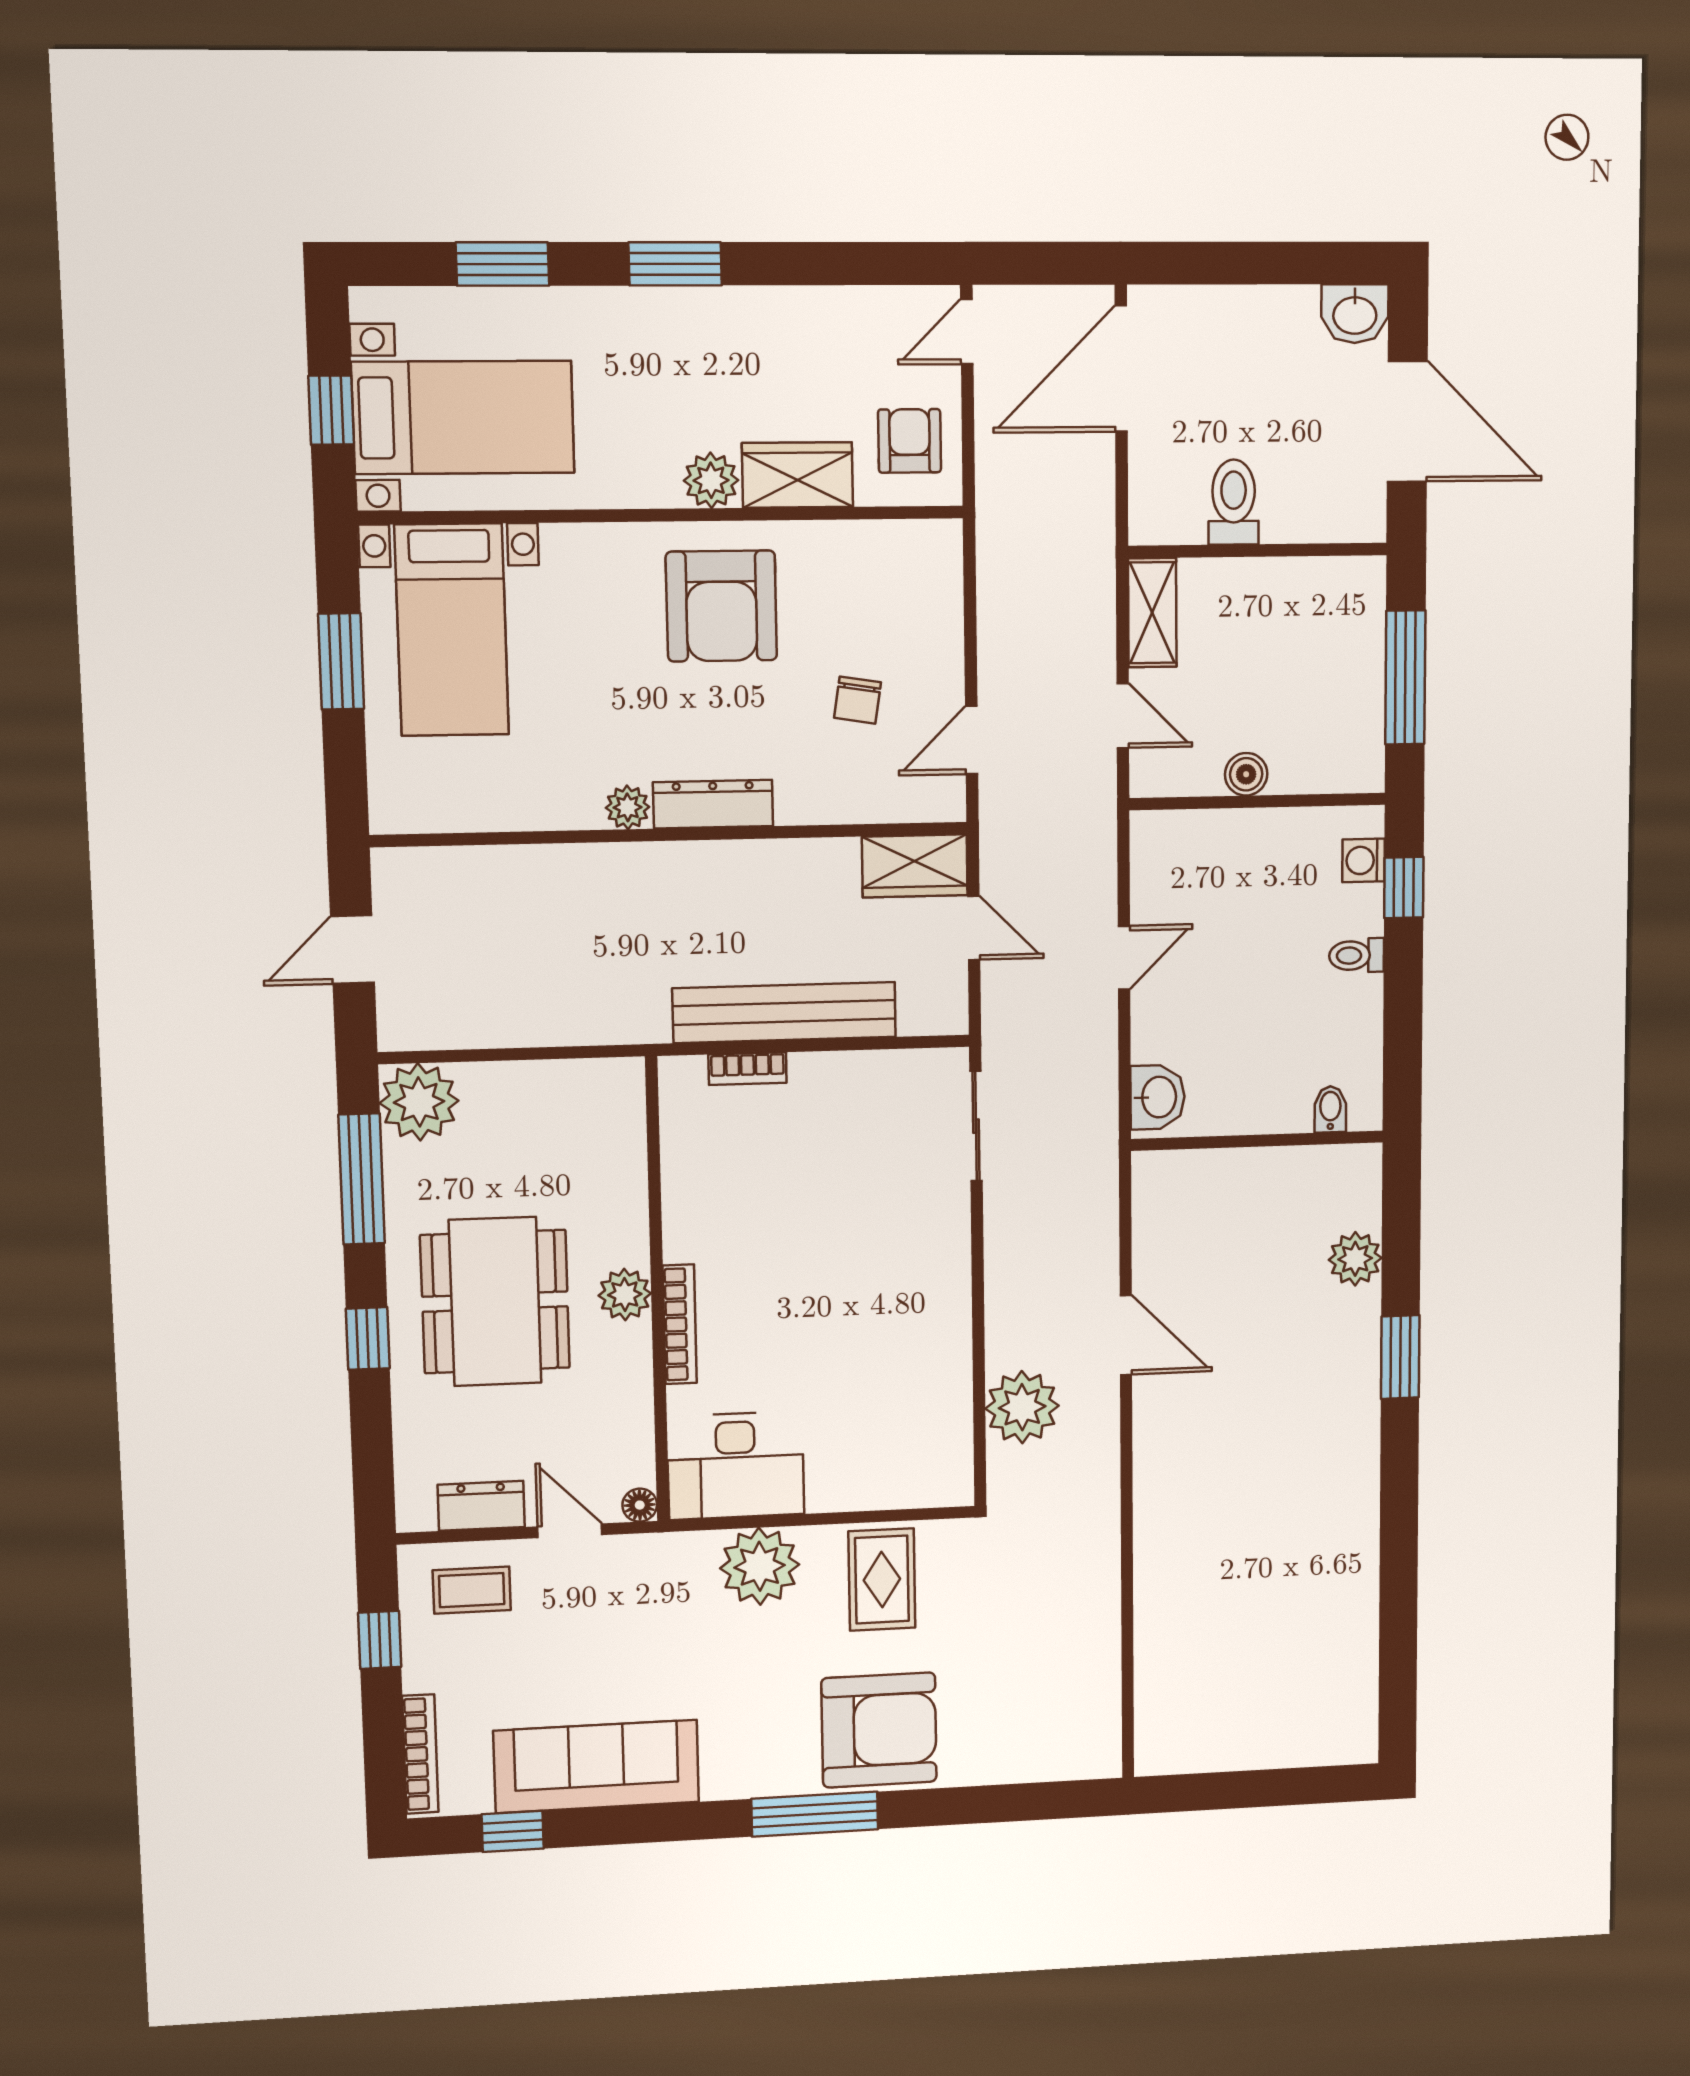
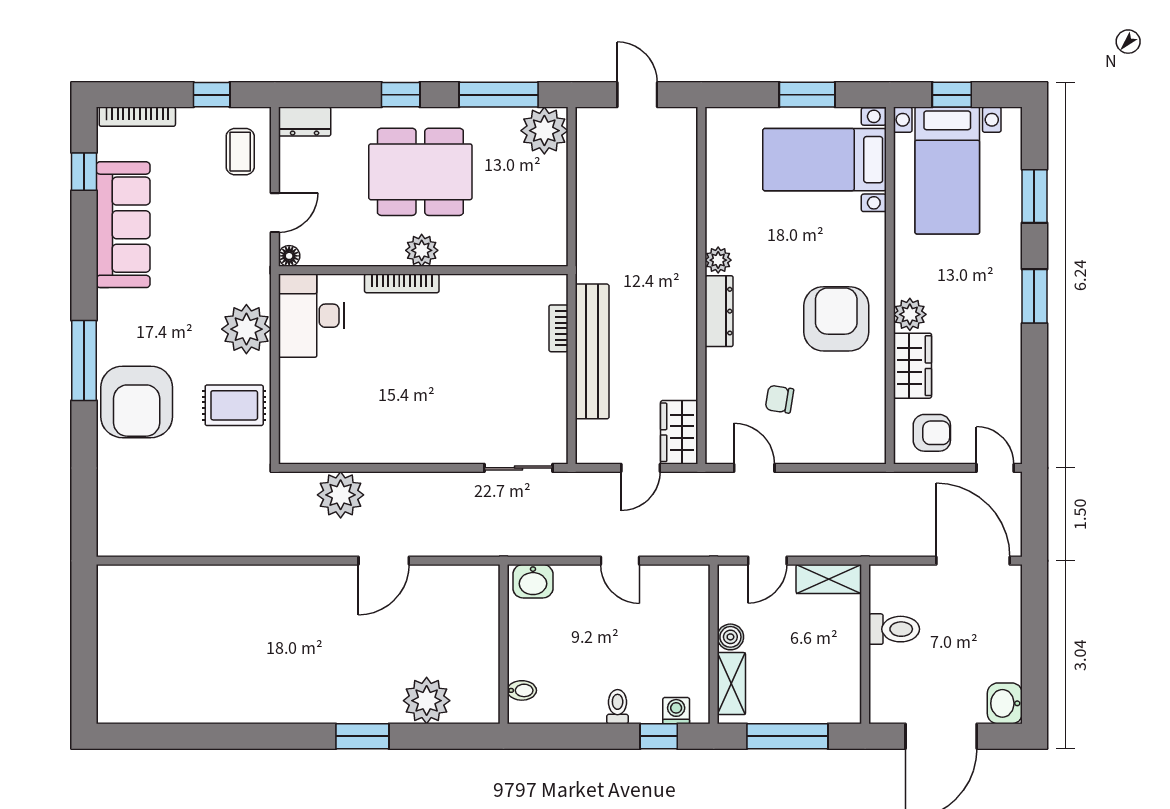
armchair: (721, 606) -> (836, 319), turned 90
shelving: (1321, 771) -> (731, 684), added
plant: (1355, 1259) -> (427, 701), width x1.36, depth x1.36
dresser: (481, 1506) -> (305, 122), moved, turned 90

